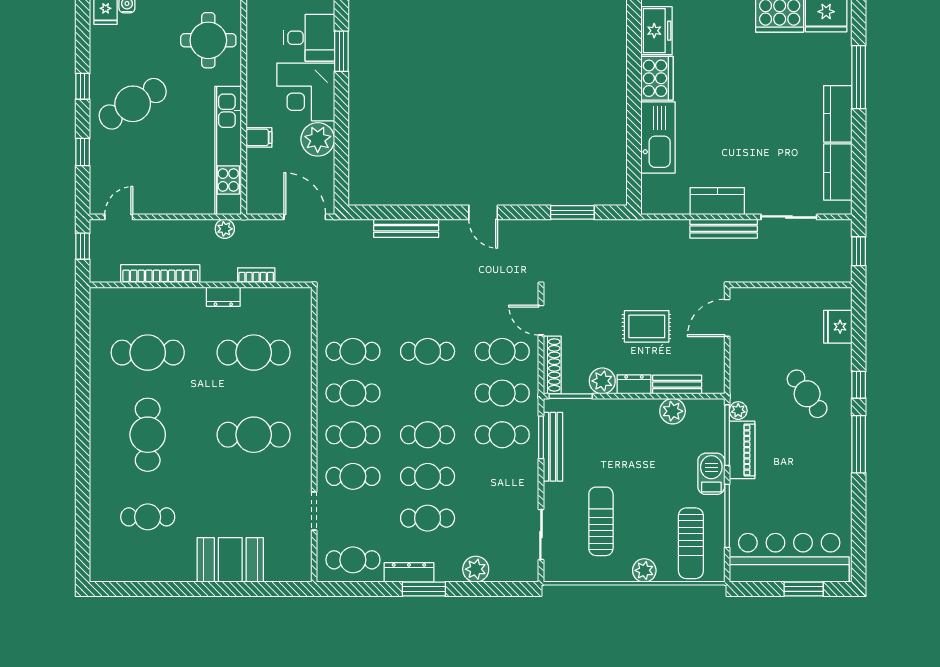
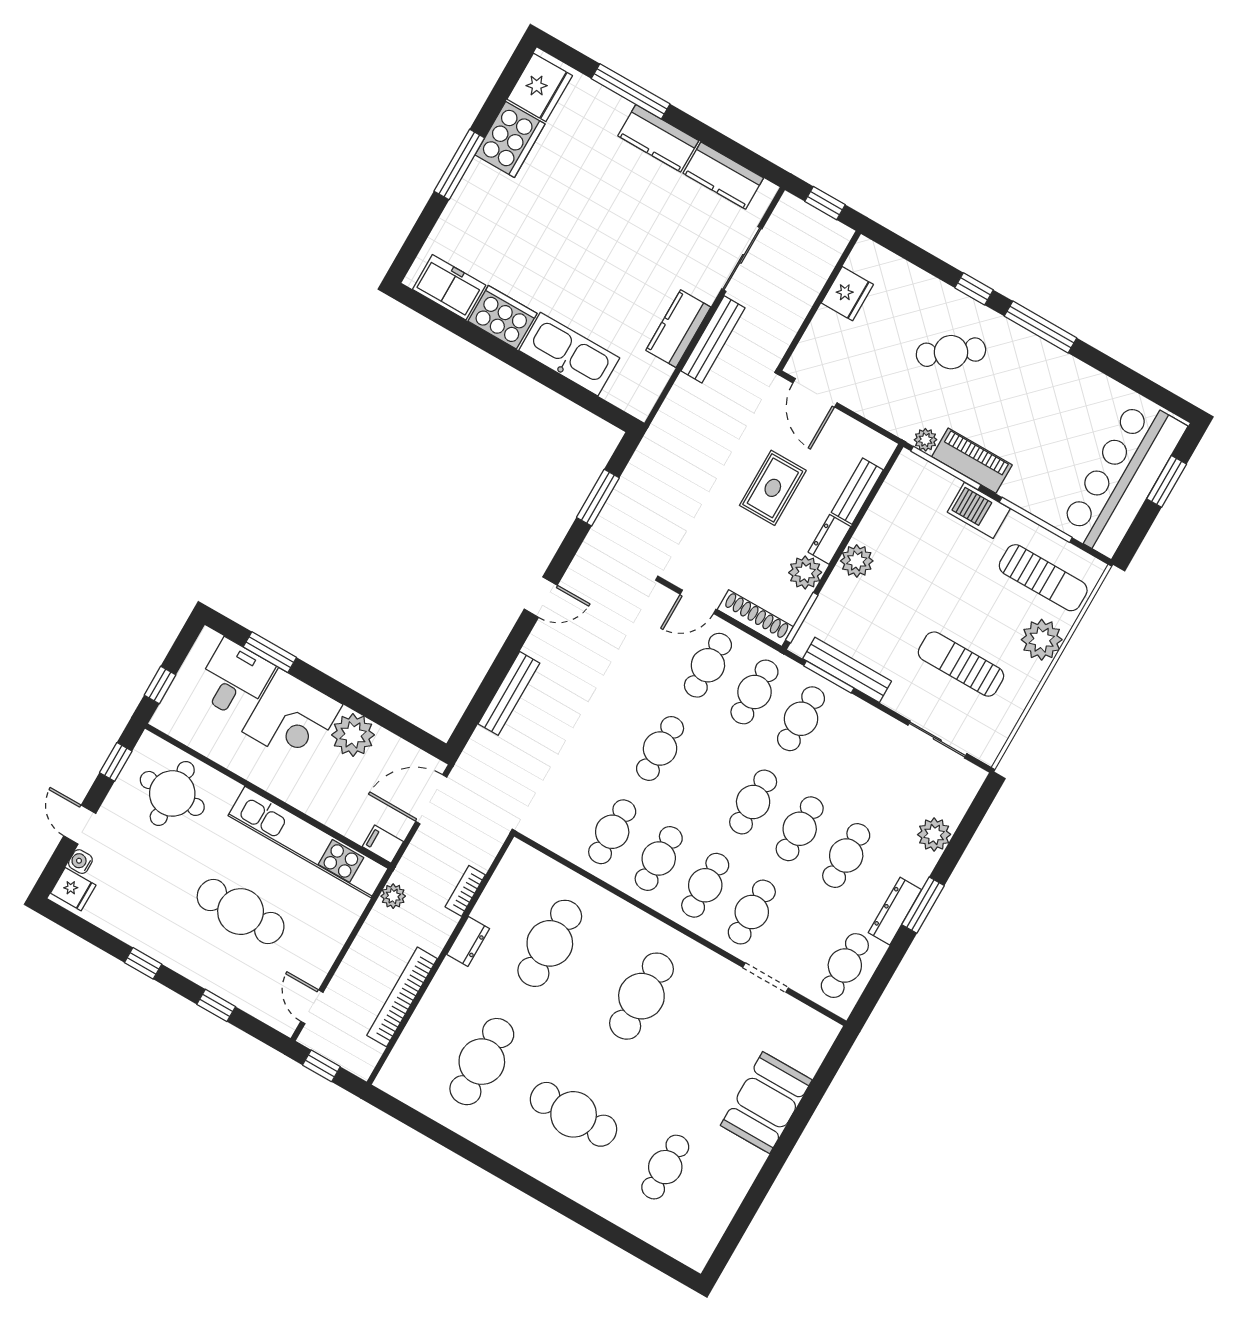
cafe table: (133, 104) -> (241, 912), moved, turned -59
filing cabinet: (259, 137) -> (383, 844), moved, turned -90
fridge: (838, 327) -> (847, 294), moved, turned -90
plant: (673, 411) -> (857, 561), moved
plant: (644, 570) -> (1042, 640), width x1.36, depth x1.36

